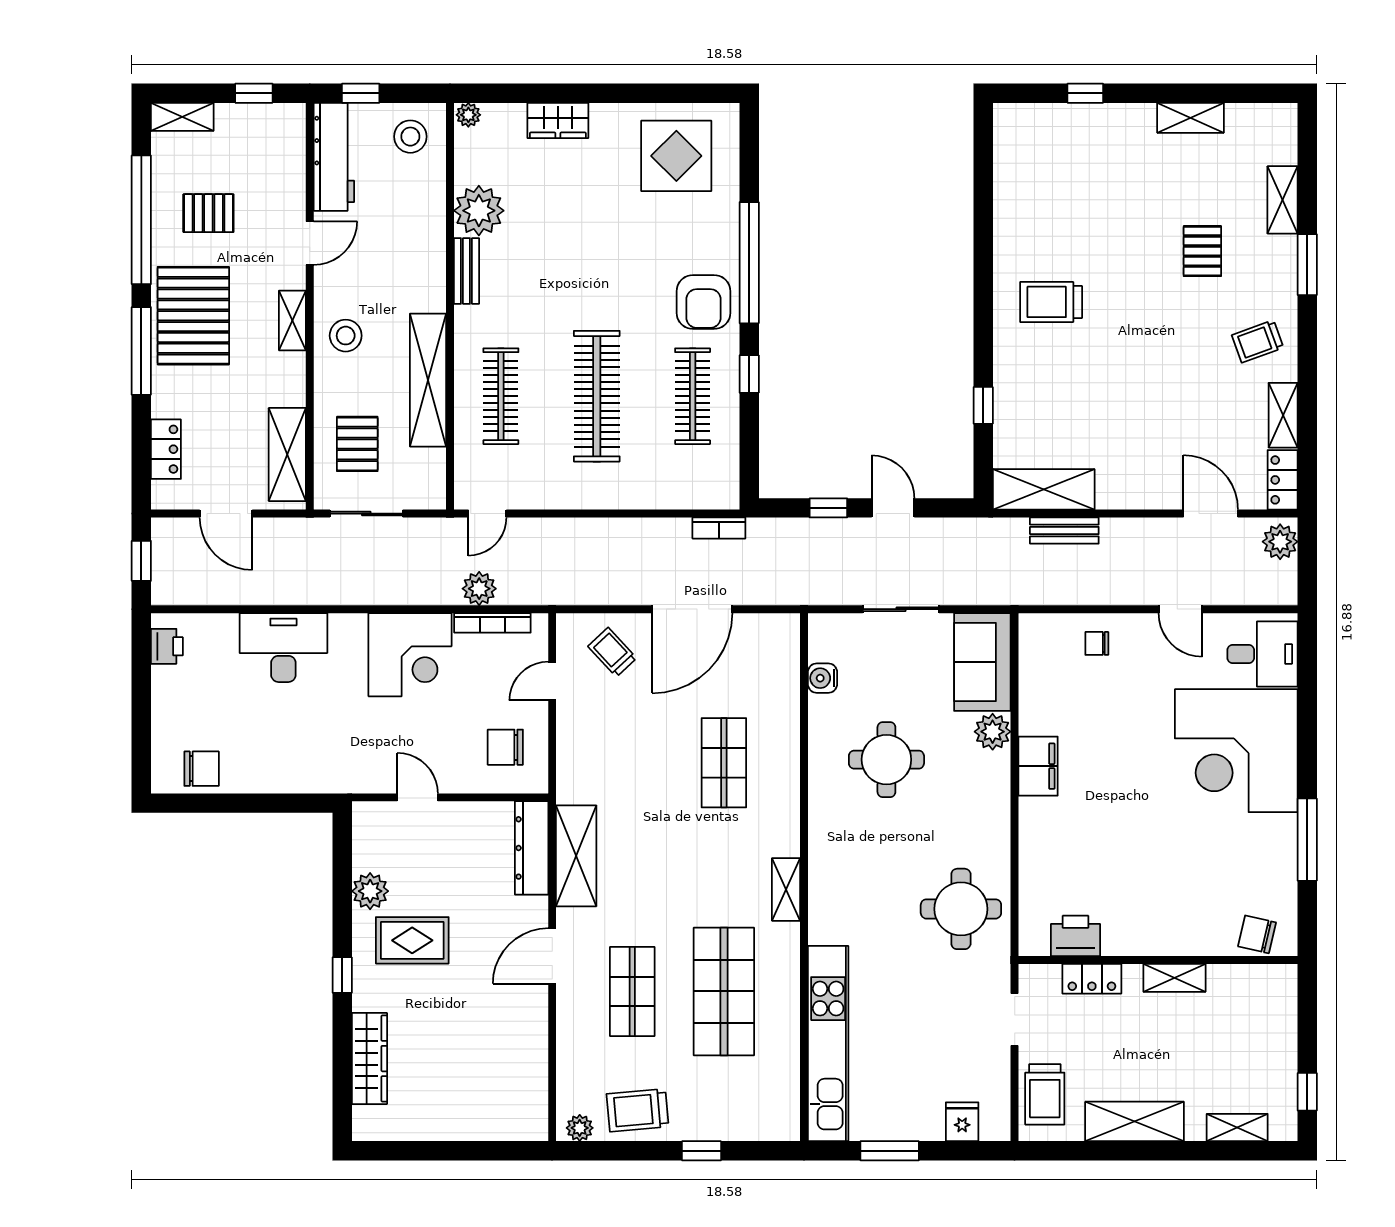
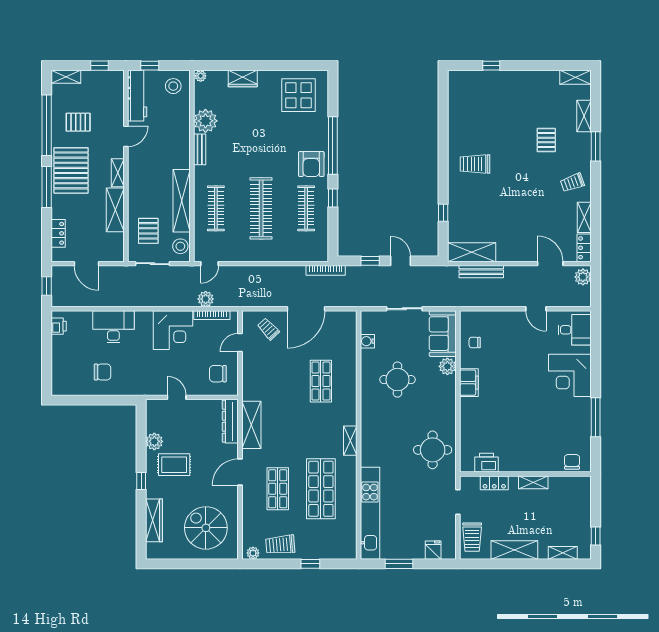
shelving: (1190, 118) -> (576, 77), moved
stool: (346, 336) -> (180, 246), moved
shelving: (287, 454) -> (115, 210), moved
bookcase: (719, 528) -> (326, 270), width x1.56
bench: (1064, 531) -> (481, 272), width x1.36
chair: (1097, 643) -> (475, 343), moved
corner desk: (1236, 751) -> (570, 375), width x0.74, depth x0.74
chair: (202, 769) -> (102, 372), moved
chair: (1257, 934) -> (572, 462), turned 77
spiral stairs: (480, 1075) -> (206, 528), added

